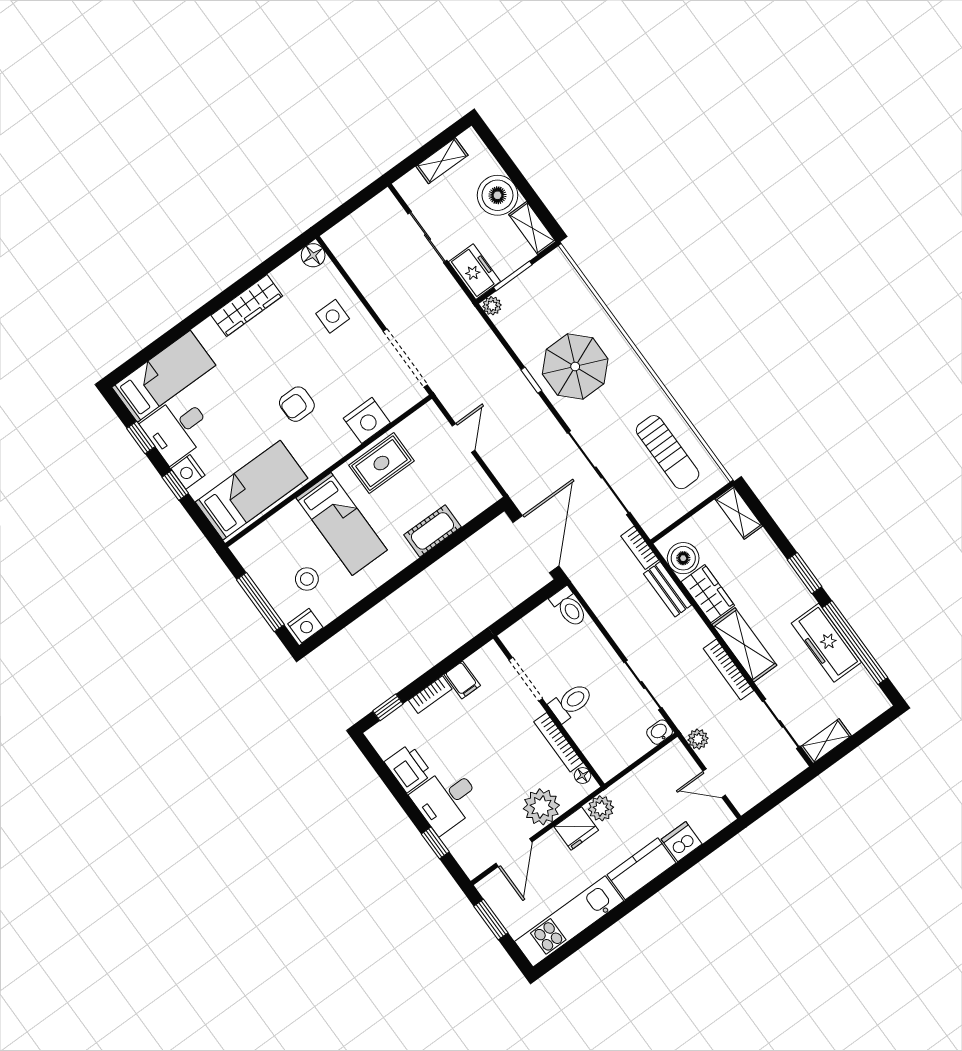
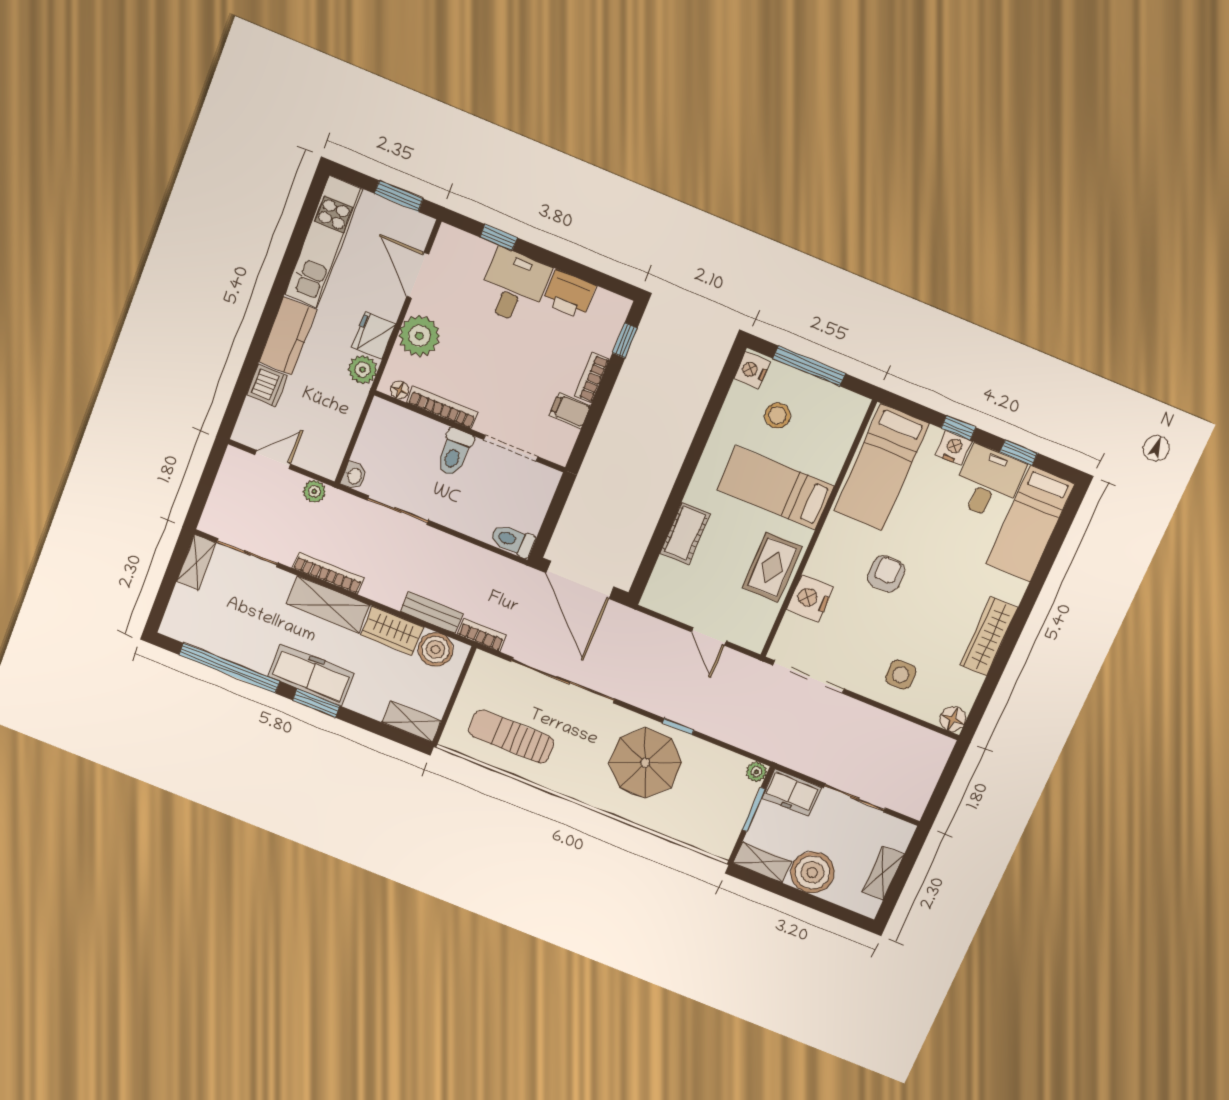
freezer: (826, 643) -> (311, 675), moved

